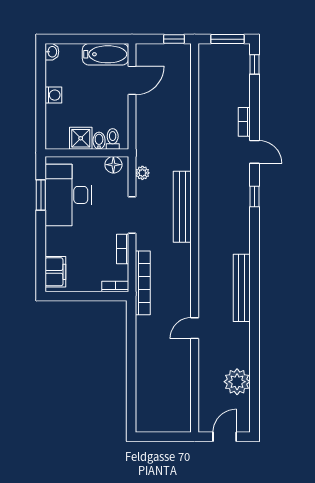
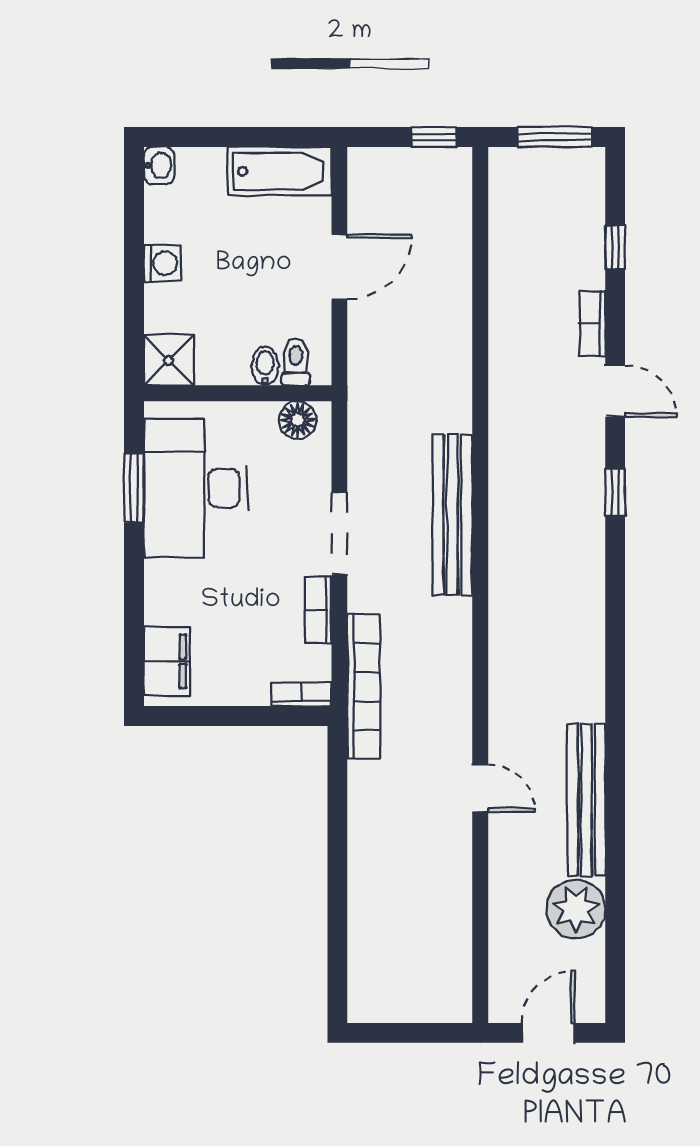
window: (254, 64) -> (615, 247), moved
door: (132, 80) -> (339, 267), moved
shower: (81, 138) -> (169, 360), moved
plant: (142, 173) -> (363, 438), removed
bench: (242, 288) -> (586, 800), moved
door: (195, 328) -> (480, 788), swing flipped

